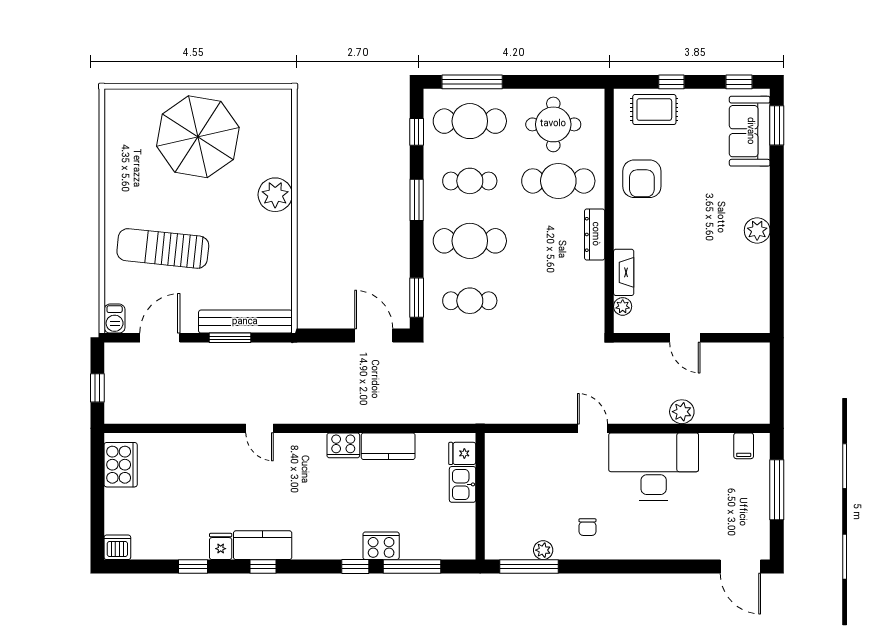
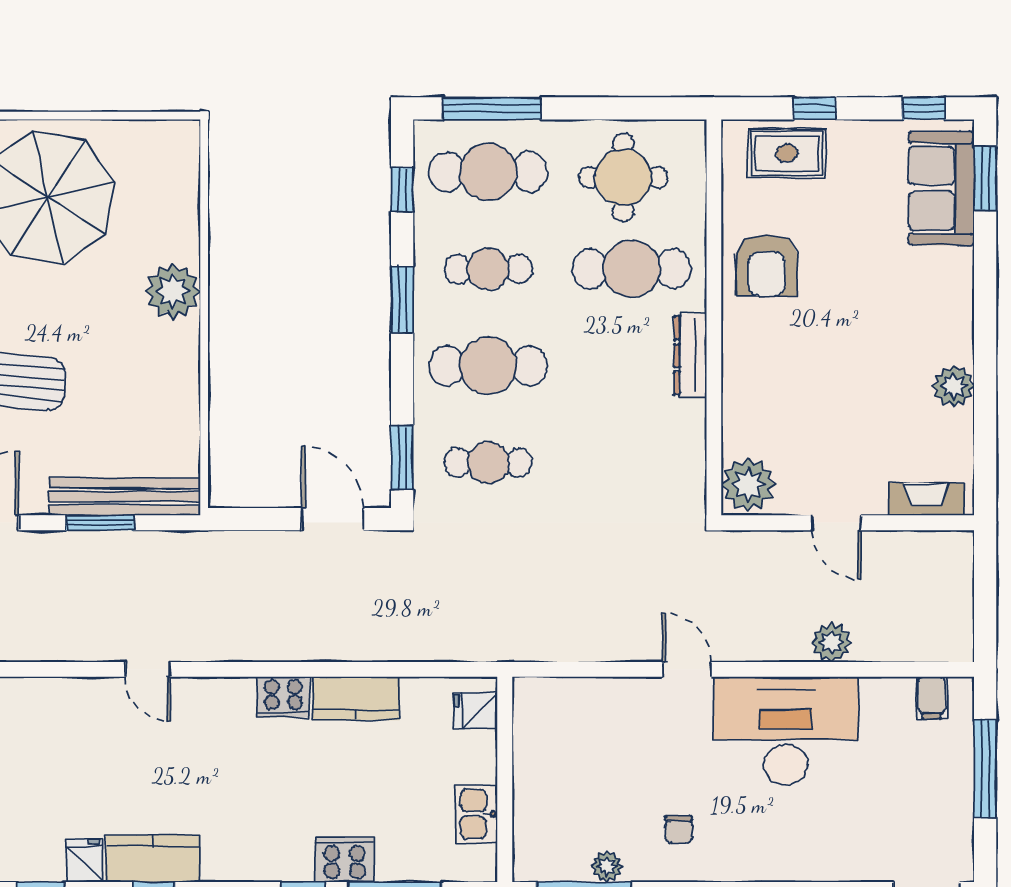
plant: (757, 230) -> (953, 386), moved
fireplace: (624, 272) -> (926, 499), moved, turned -90
plant: (623, 306) -> (748, 485), width x1.87, depth x1.87
kitchen sink: (463, 484) -> (476, 814), moved

